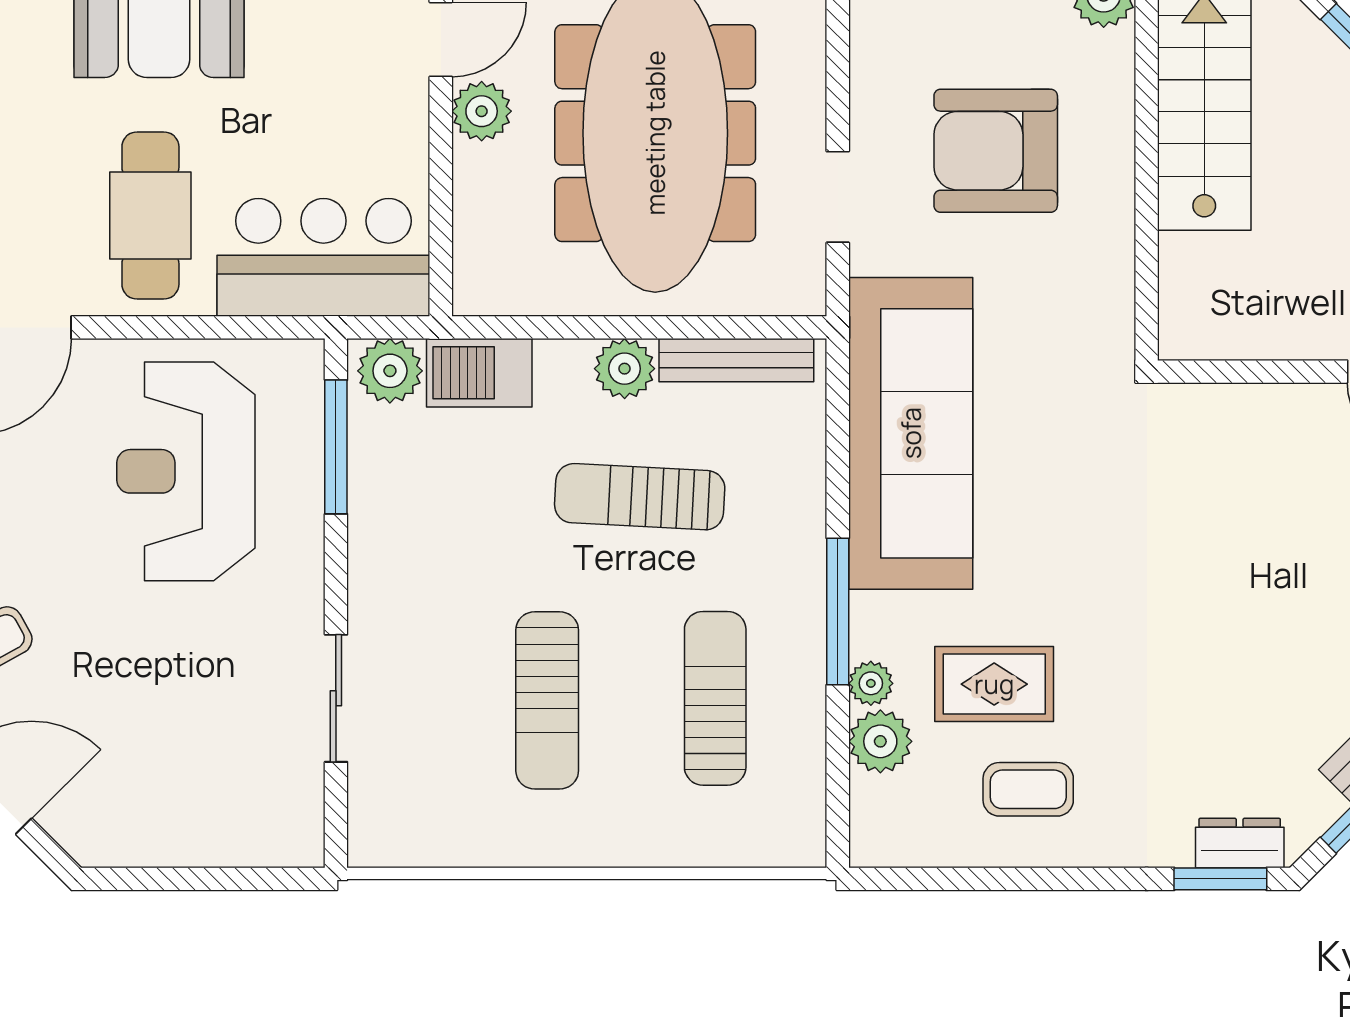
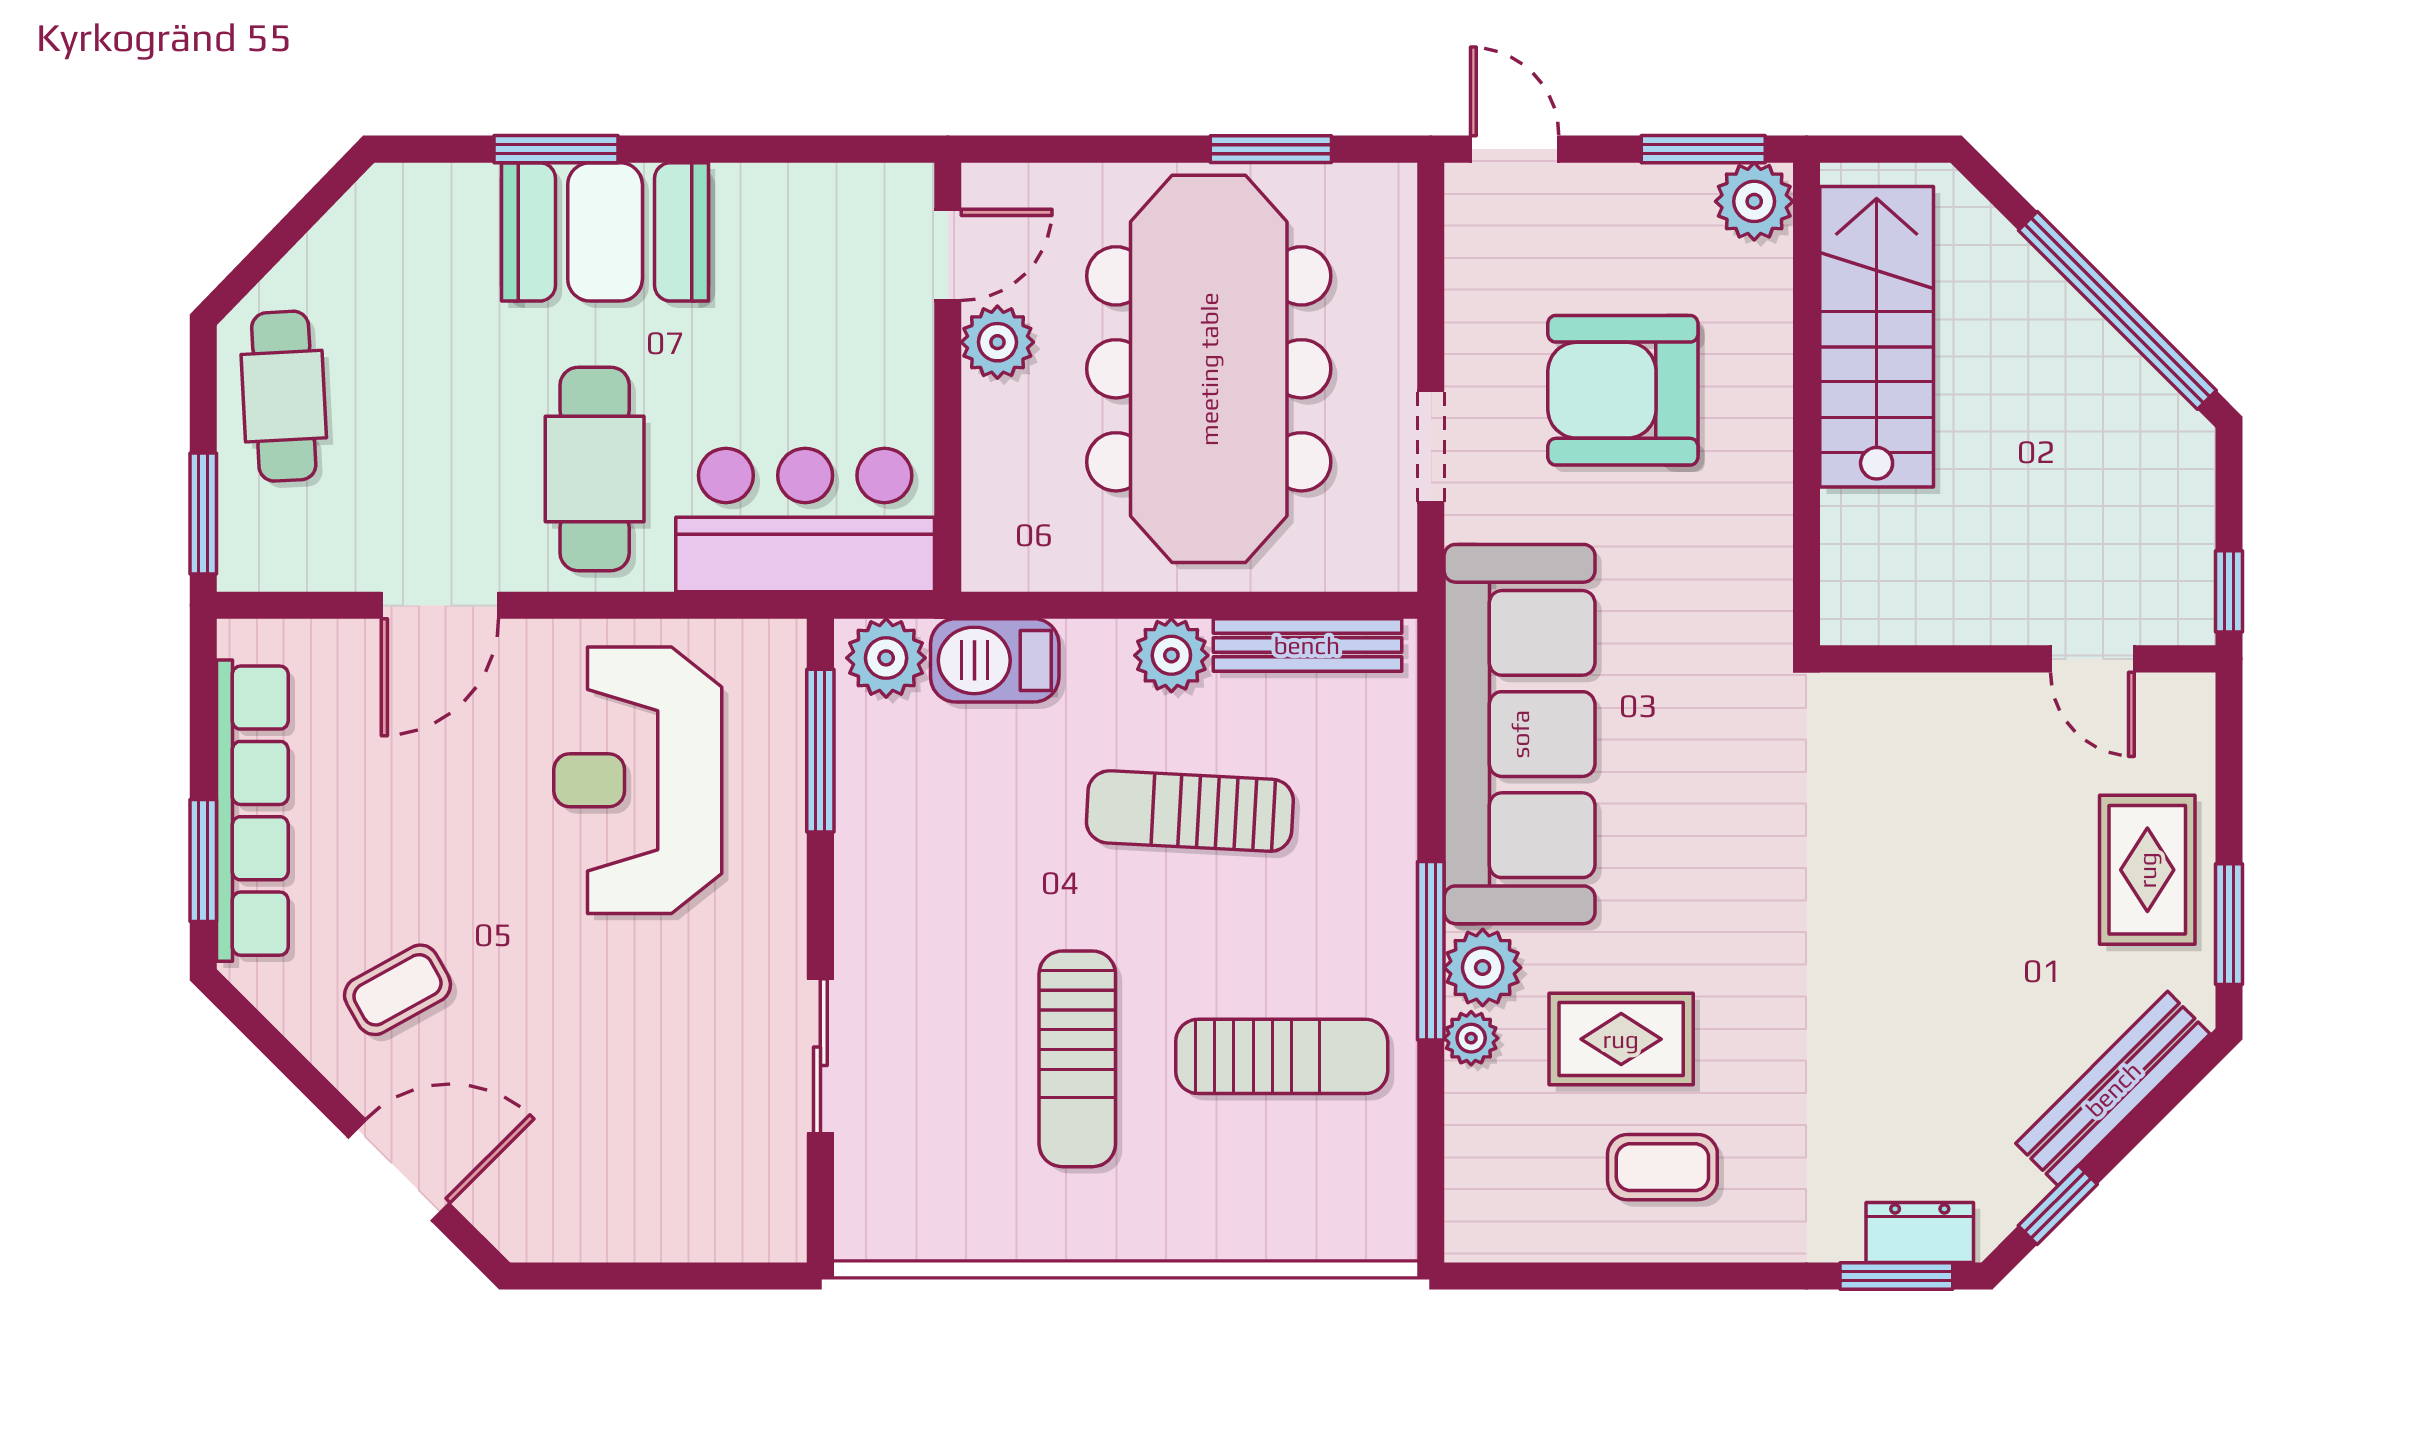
sun lounger: (715, 698) -> (1282, 1056), turned 90
plant: (880, 741) -> (1483, 968), moved

